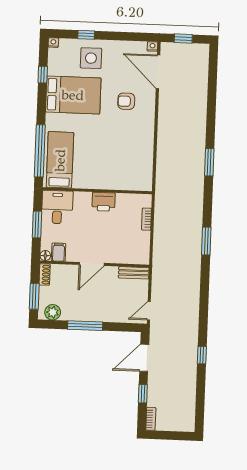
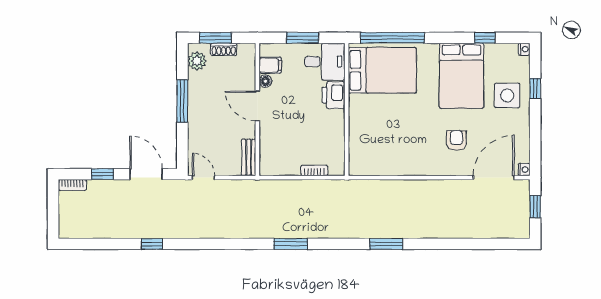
bed: (60, 160) -> (382, 70), width x1.50
printer: (104, 202) -> (334, 95), moved
floor lamp: (45, 256) -> (265, 81), moved
shoe rack: (45, 275) -> (224, 49), moved

